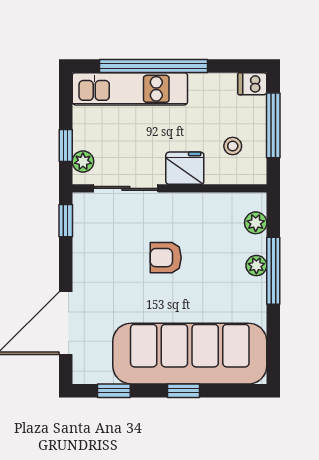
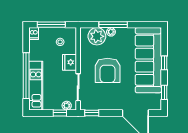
plant: (256, 223) -> (97, 36), width x1.88, depth x1.88
armchair: (166, 258) -> (108, 70), width x1.88, depth x1.88

